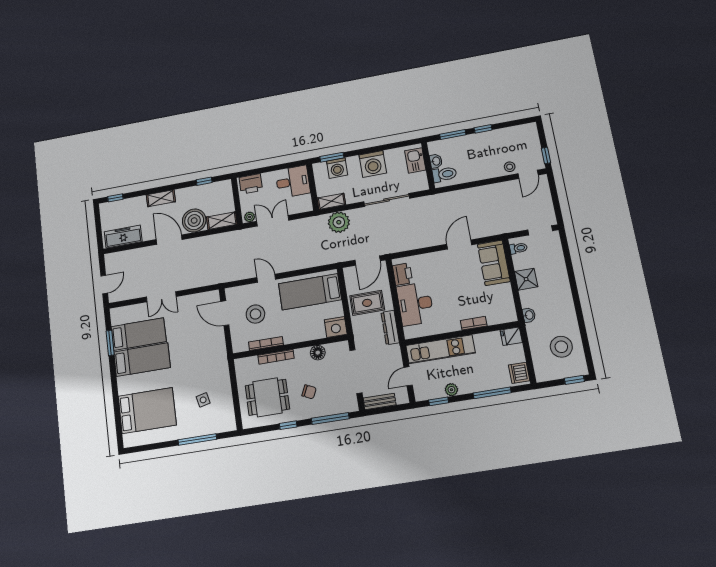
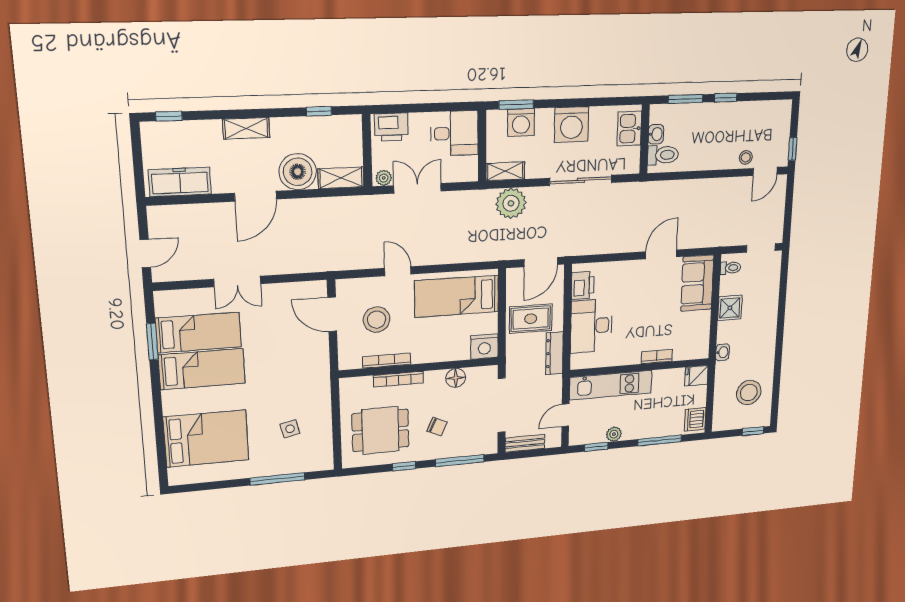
door: (169, 240) -> (256, 196), swing flipped

